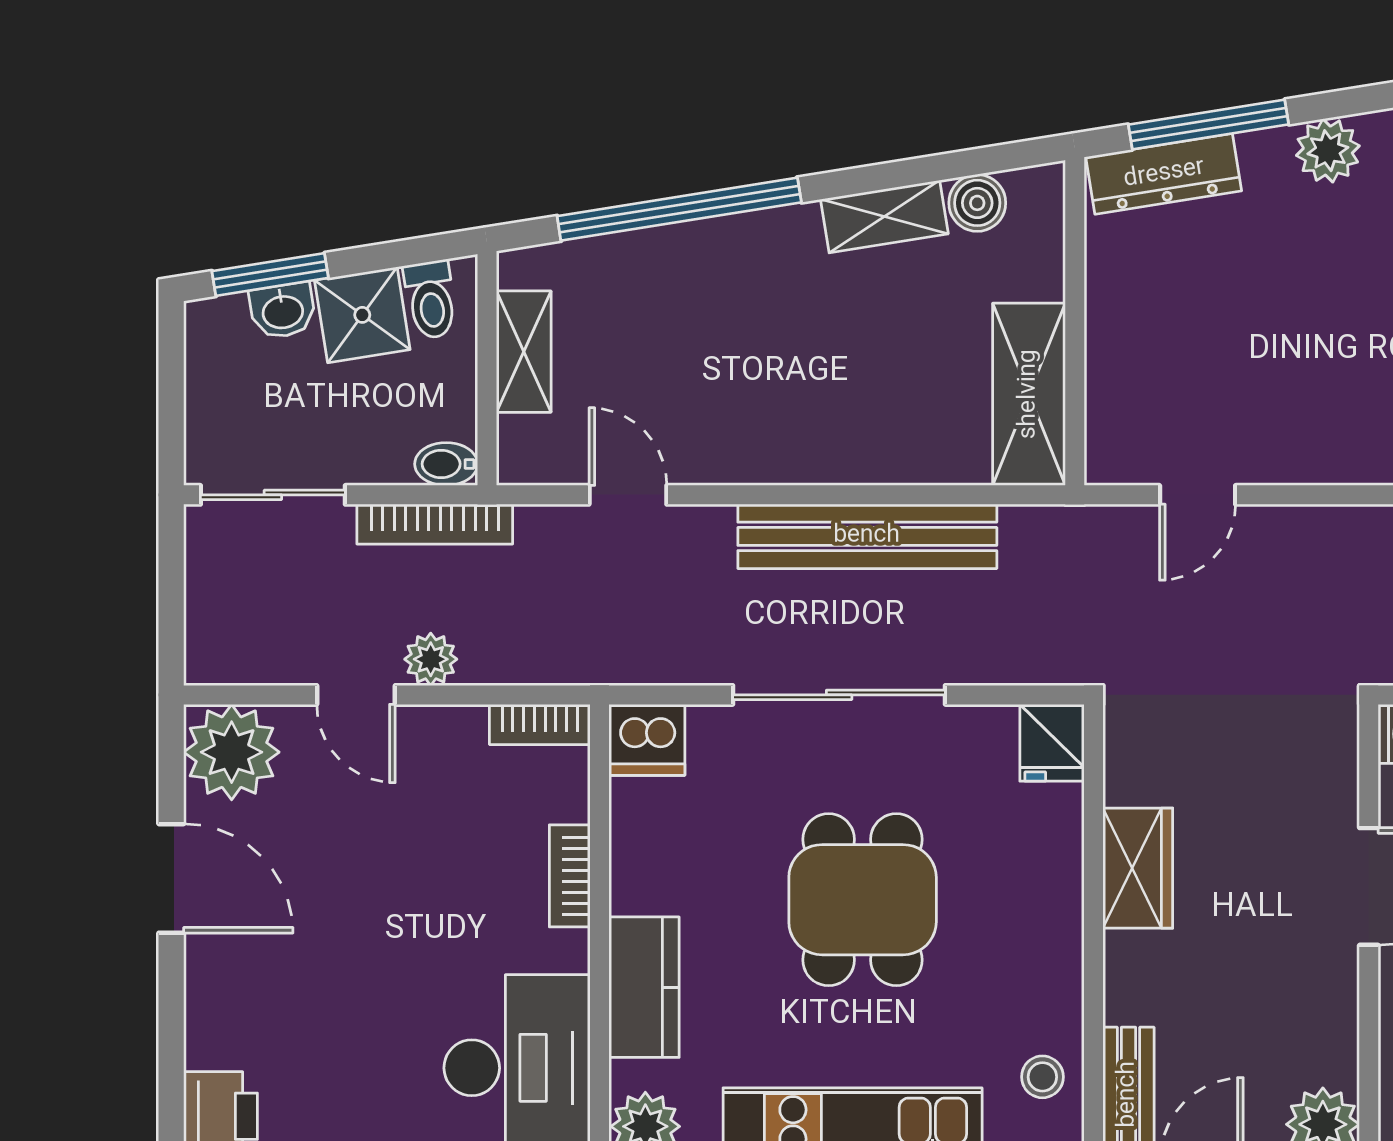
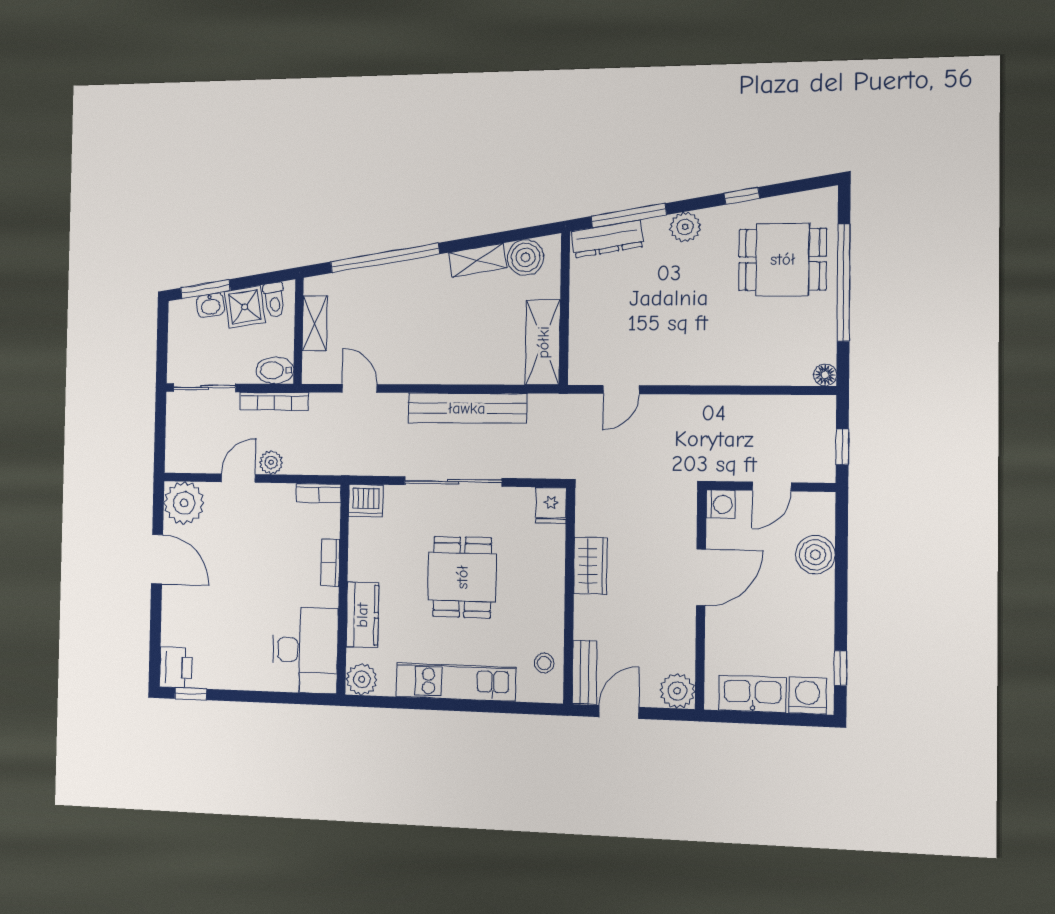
boiler: (977, 203) -> (525, 257), width x1.36, depth x1.36
bidet: (446, 464) -> (275, 370), width x1.38, depth x1.36
door: (356, 695) -> (238, 478), swing flipped

